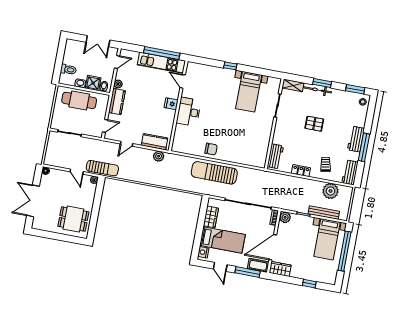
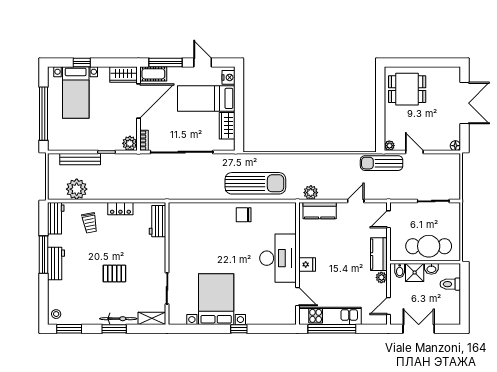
bed with nightstands: (249, 92) -> (216, 299), width x1.36
desk: (189, 112) -> (278, 258), width x1.36, depth x1.30
sun lounger: (214, 173) -> (255, 183), moved
bed with nightstands: (327, 239) -> (76, 92), moved, turned 180

